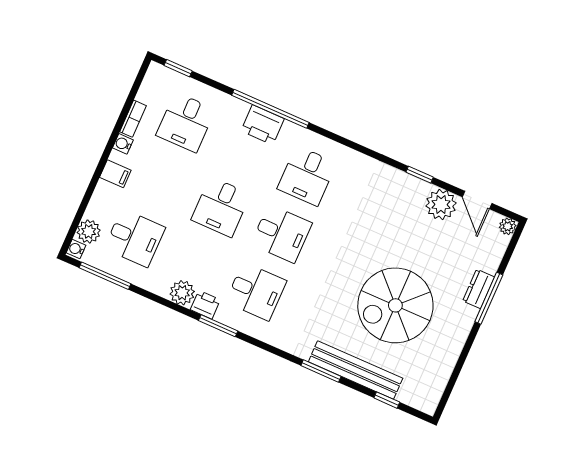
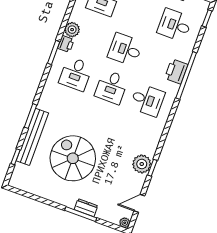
desk: (307, 176) -> (147, 100), turned 180
plant: (441, 205) -> (142, 164), moved

